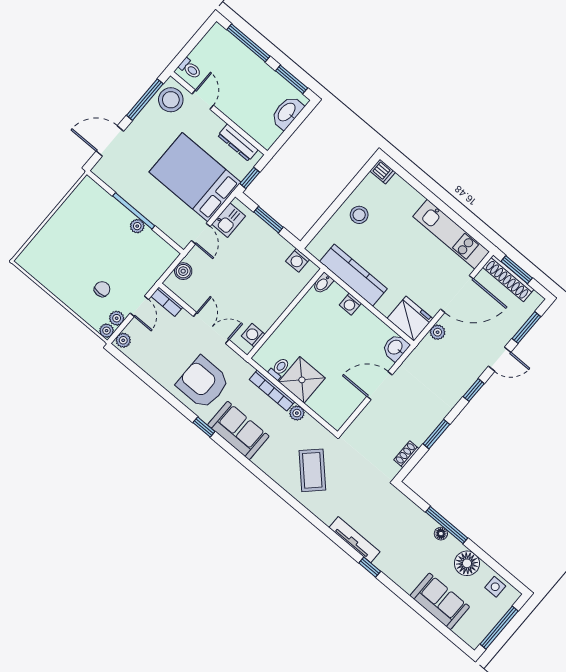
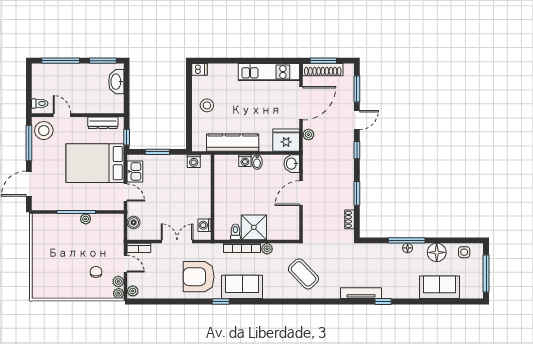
bidet: (323, 283) -> (257, 162), moved

